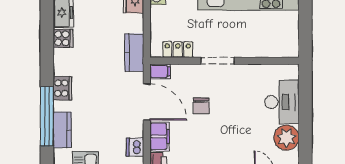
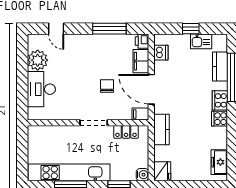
cooker: (63, 38) -> (219, 119), moved

